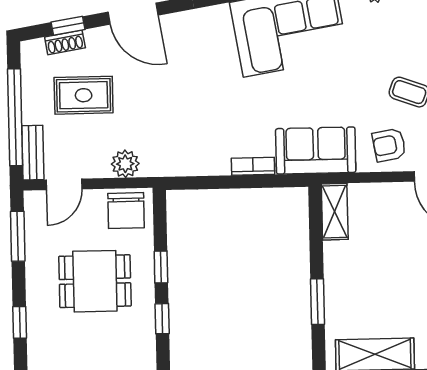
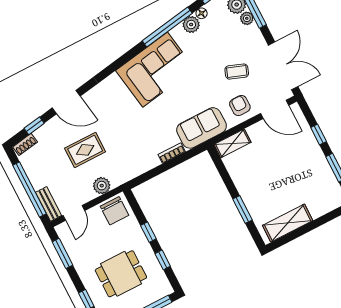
shoe rack: (65, 42) -> (25, 144), moved
rug: (84, 95) -> (85, 150), moved
armchair: (389, 145) -> (240, 106), turned 100
shelving: (335, 212) -> (232, 143), moved, turned 90
dining table: (95, 281) -> (121, 274), moved

